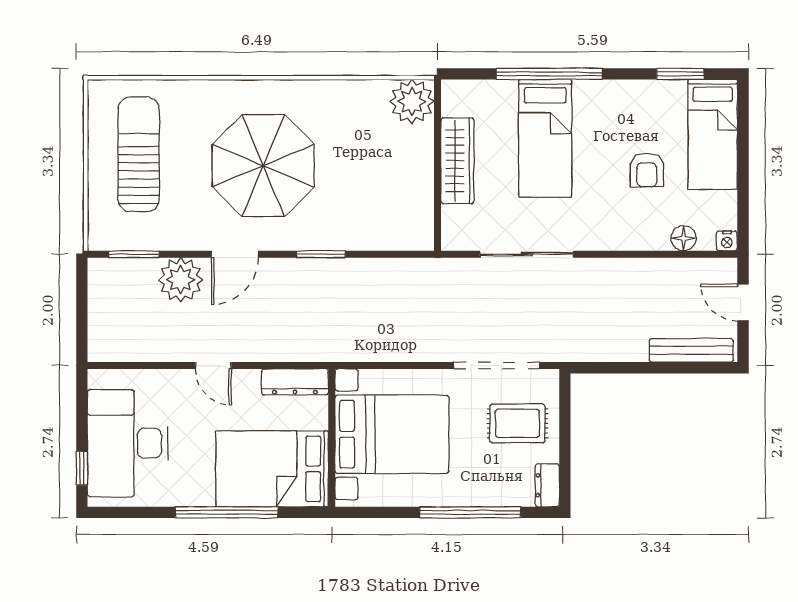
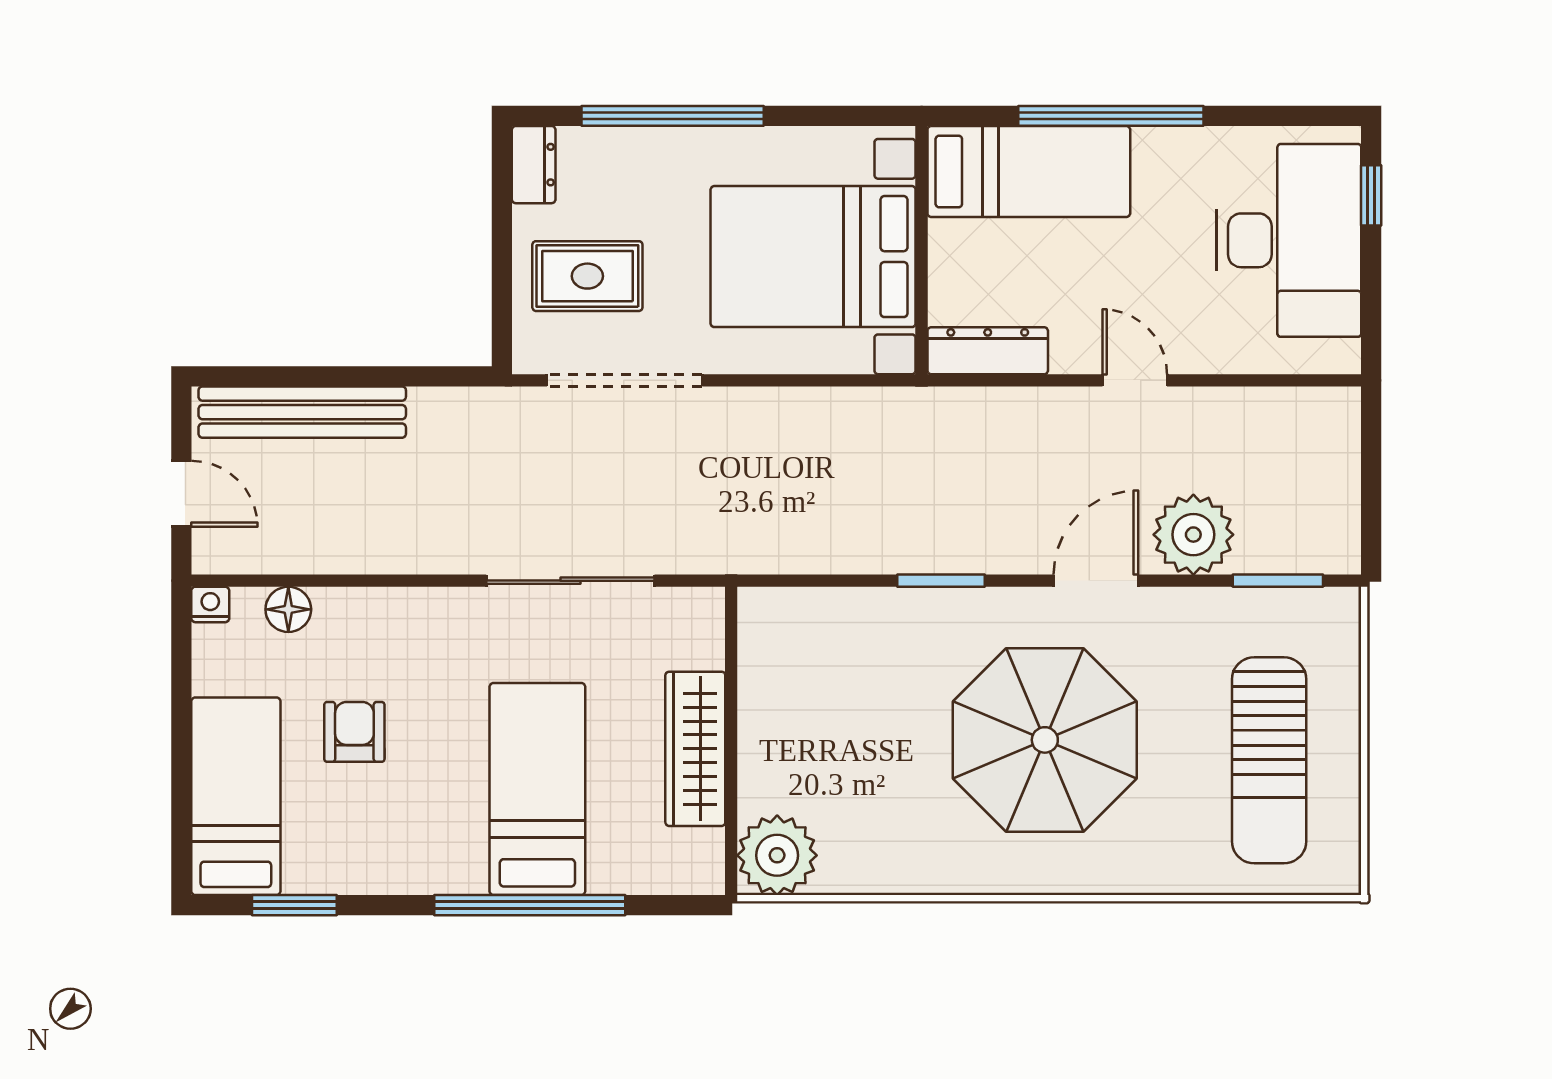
bench: (691, 350) -> (302, 412), width x1.37, depth x1.21
bed: (272, 469) -> (1029, 171), width x0.67

